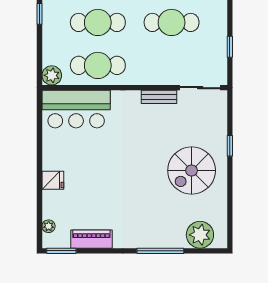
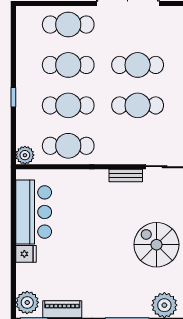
bar counter: (76, 109) -> (34, 212), moved, turned -90
spiral stairs: (192, 171) -> (156, 245), turned 90
plant: (49, 226) -> (27, 302), width x1.87, depth x1.87

